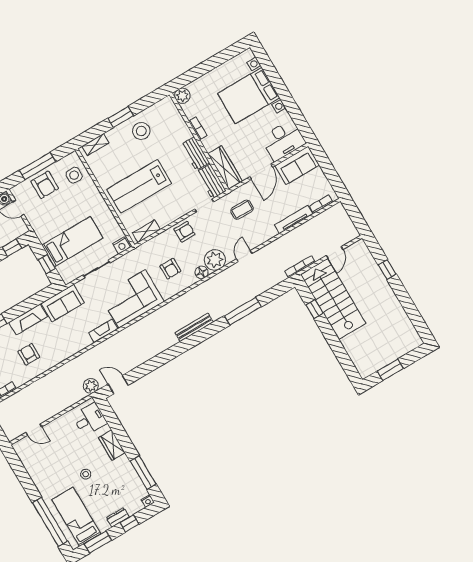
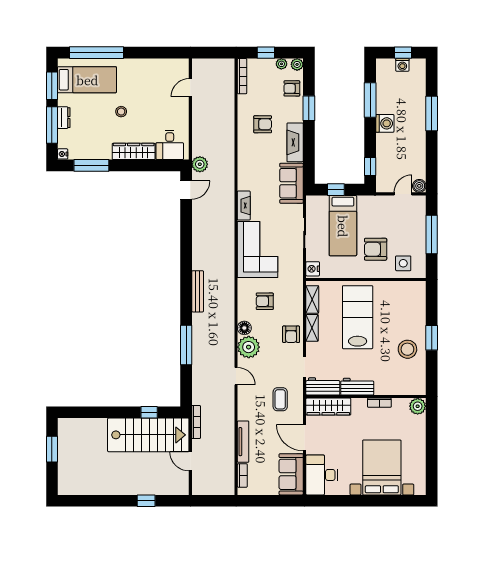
shelving: (95, 145) -> (312, 328), moved
armchair: (45, 185) -> (376, 249), moved
wardrobe: (112, 445) -> (134, 151), width x1.50
window: (129, 523) -> (52, 125), width x2.17

